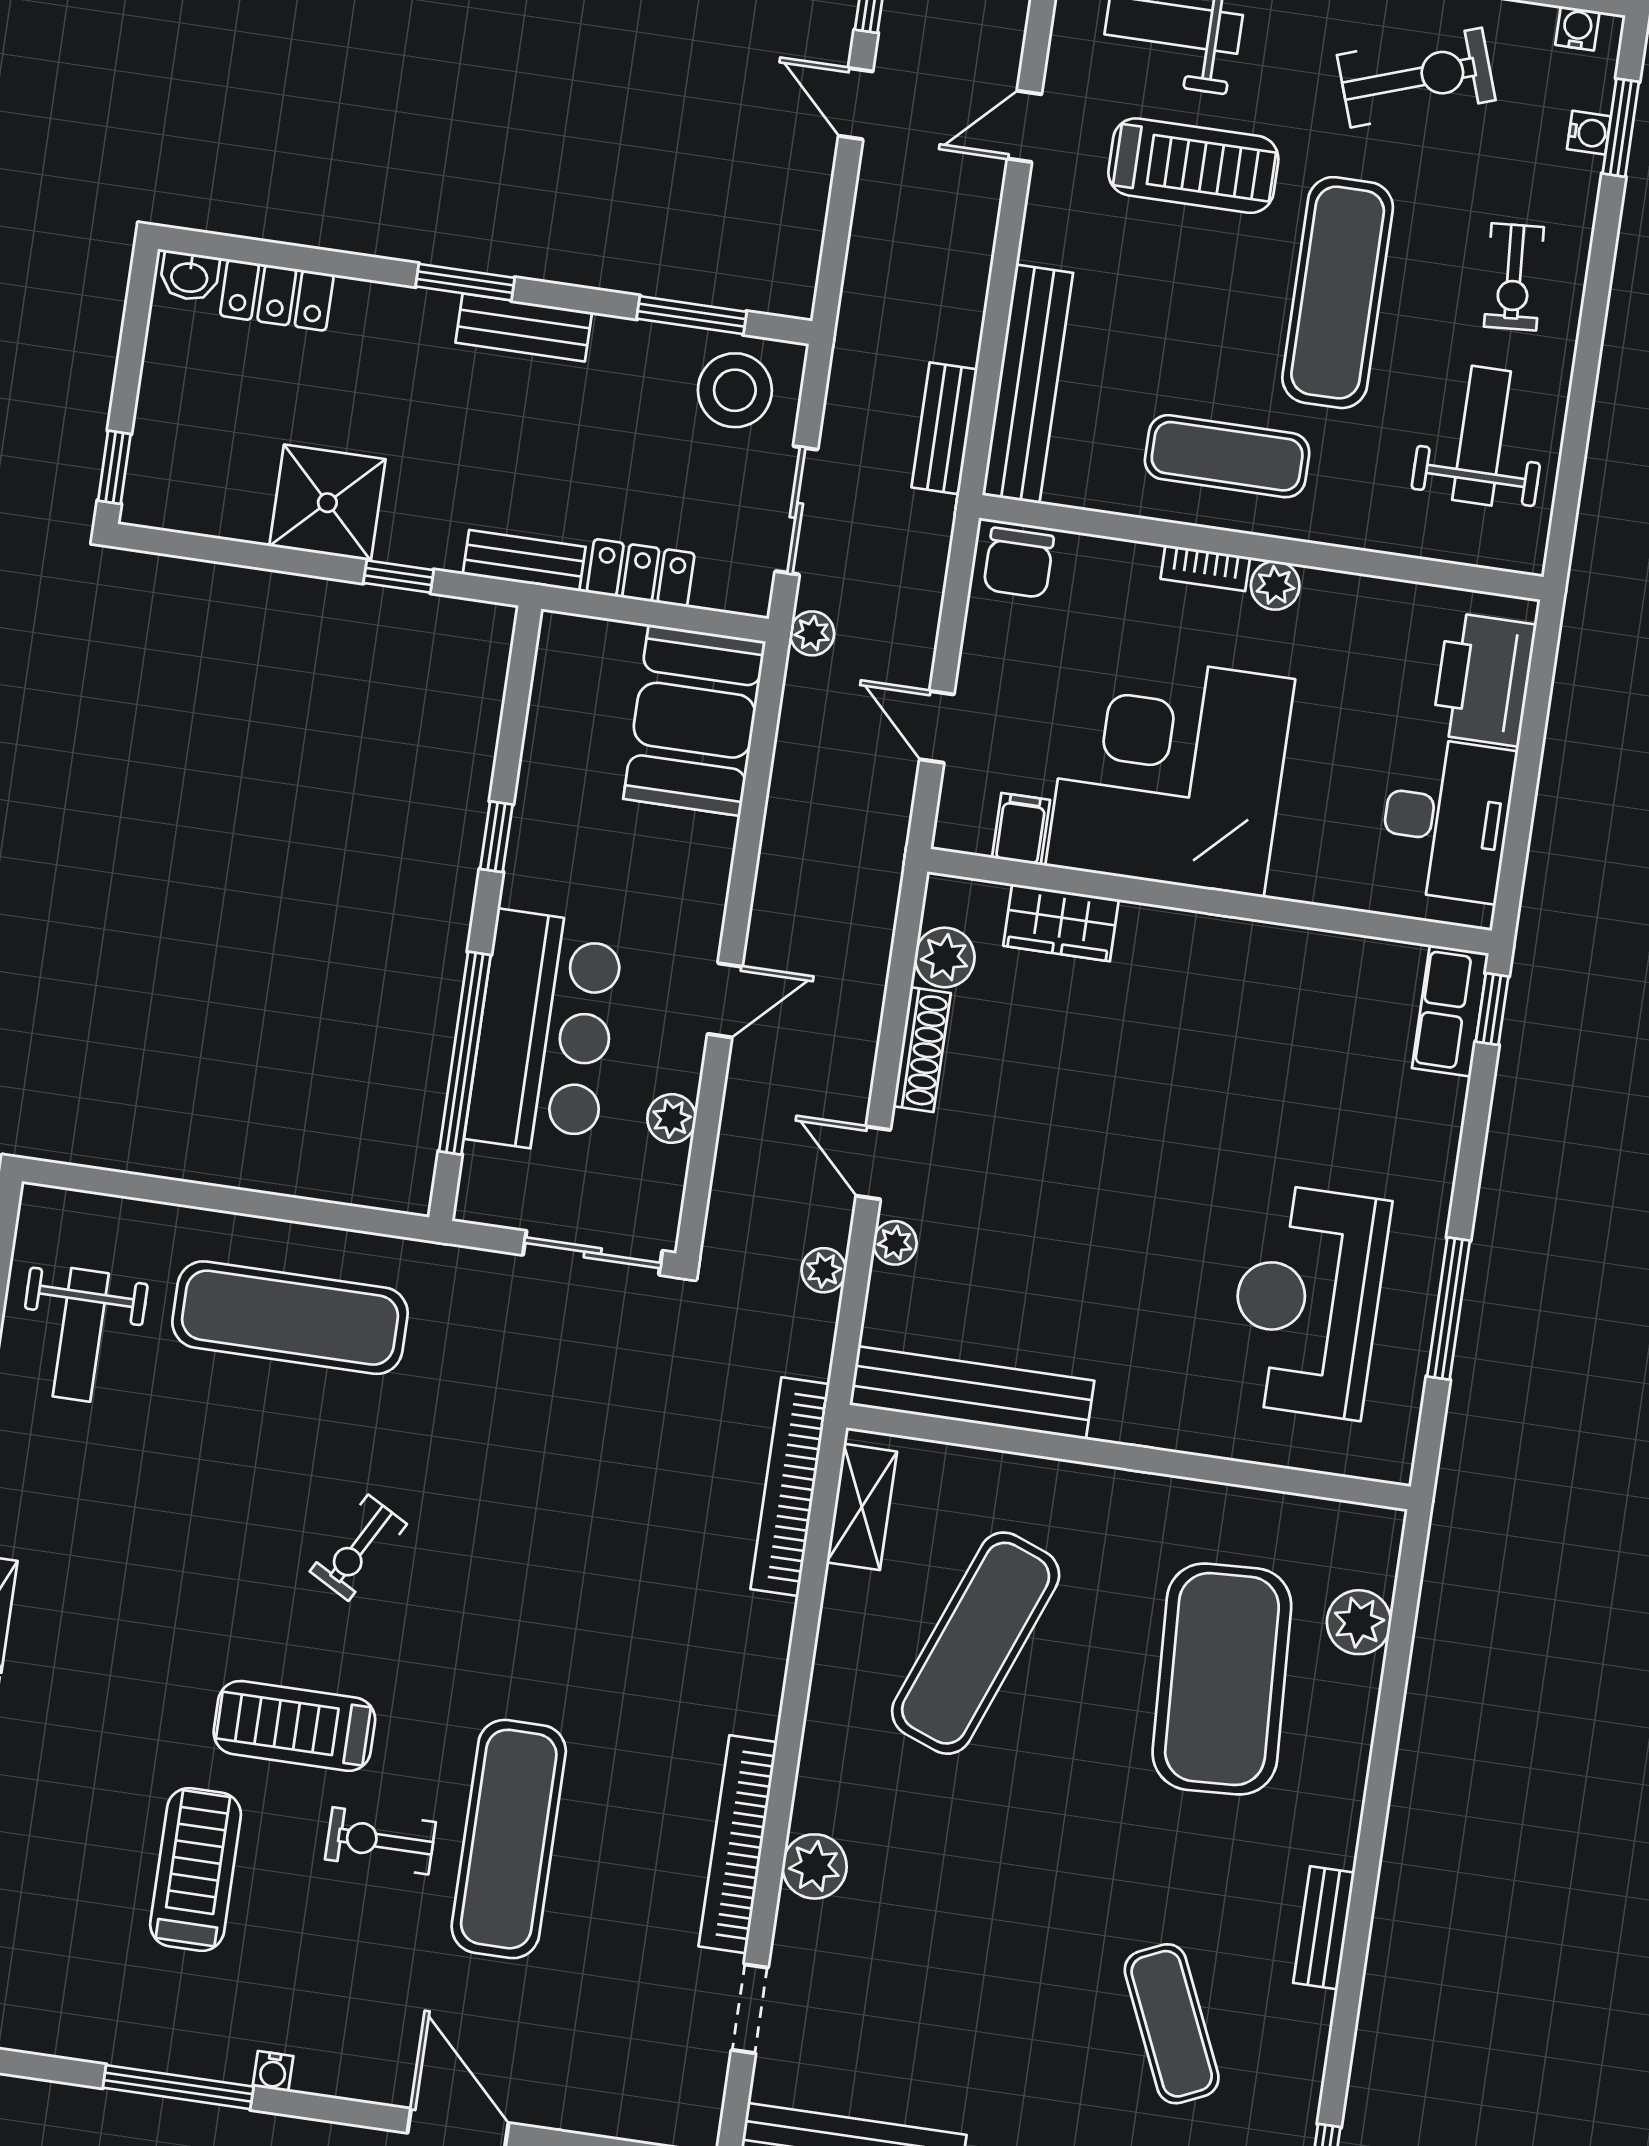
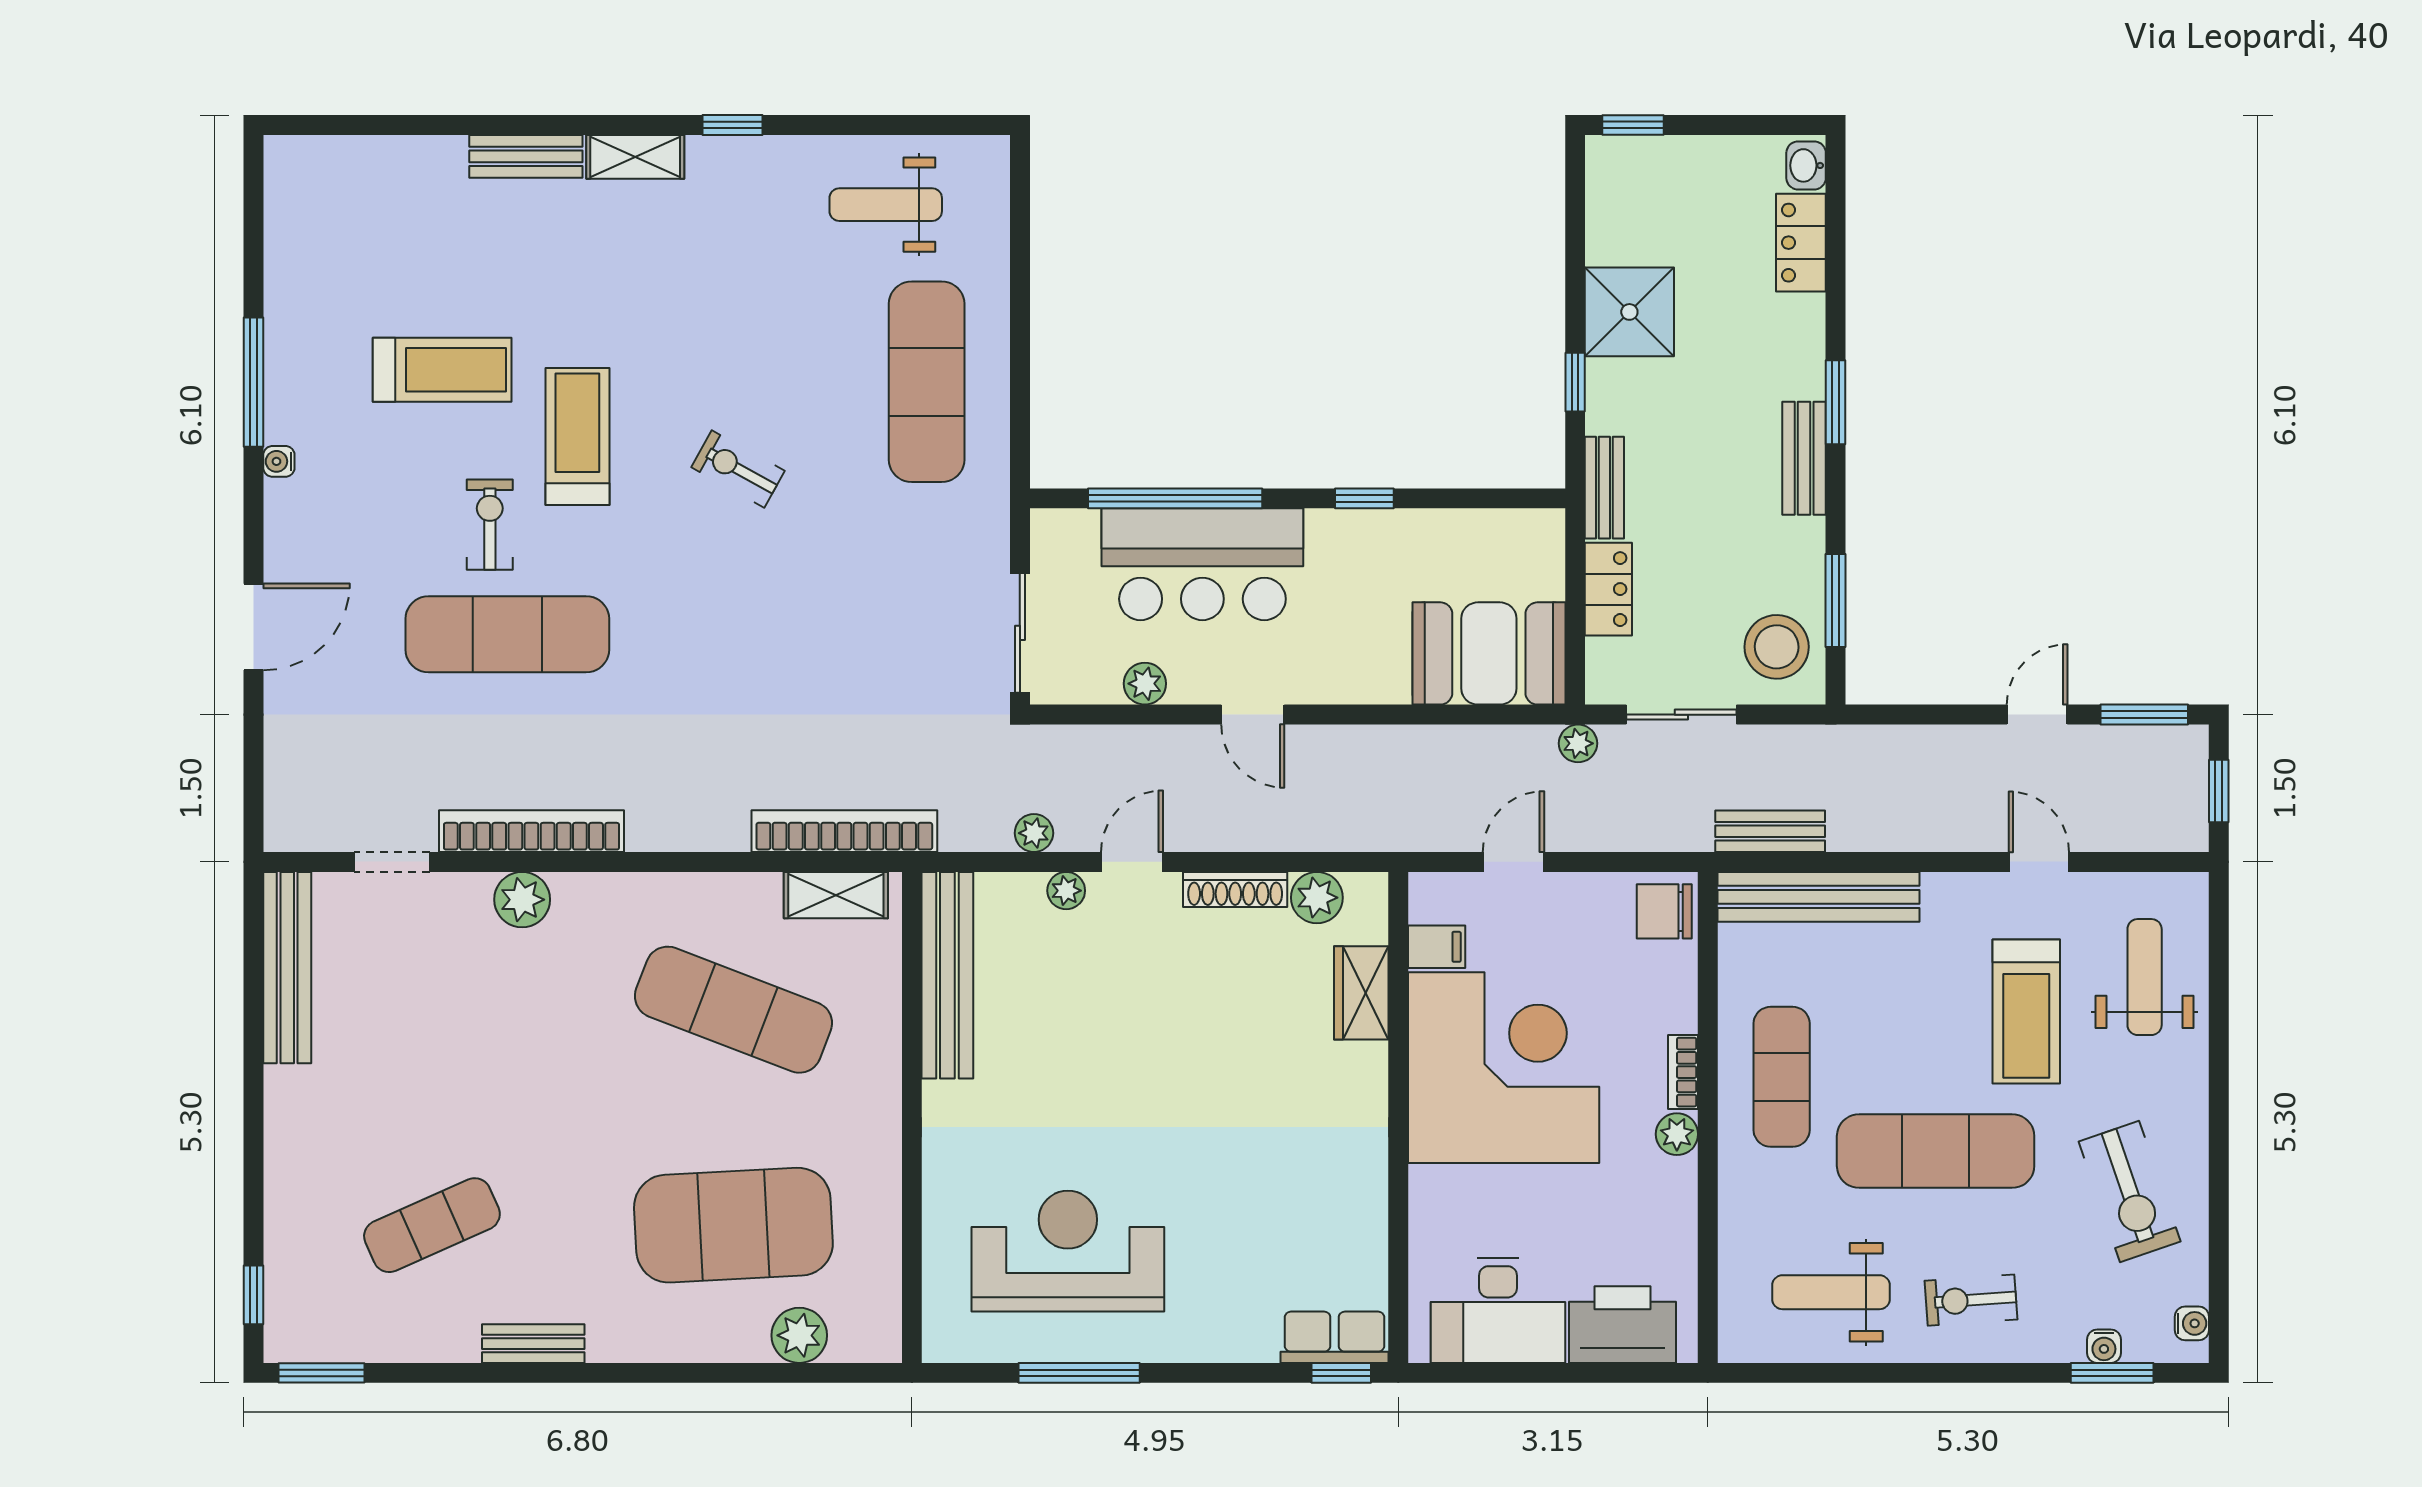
weight bench: (1482, 436) -> (1831, 1292), turned 180

